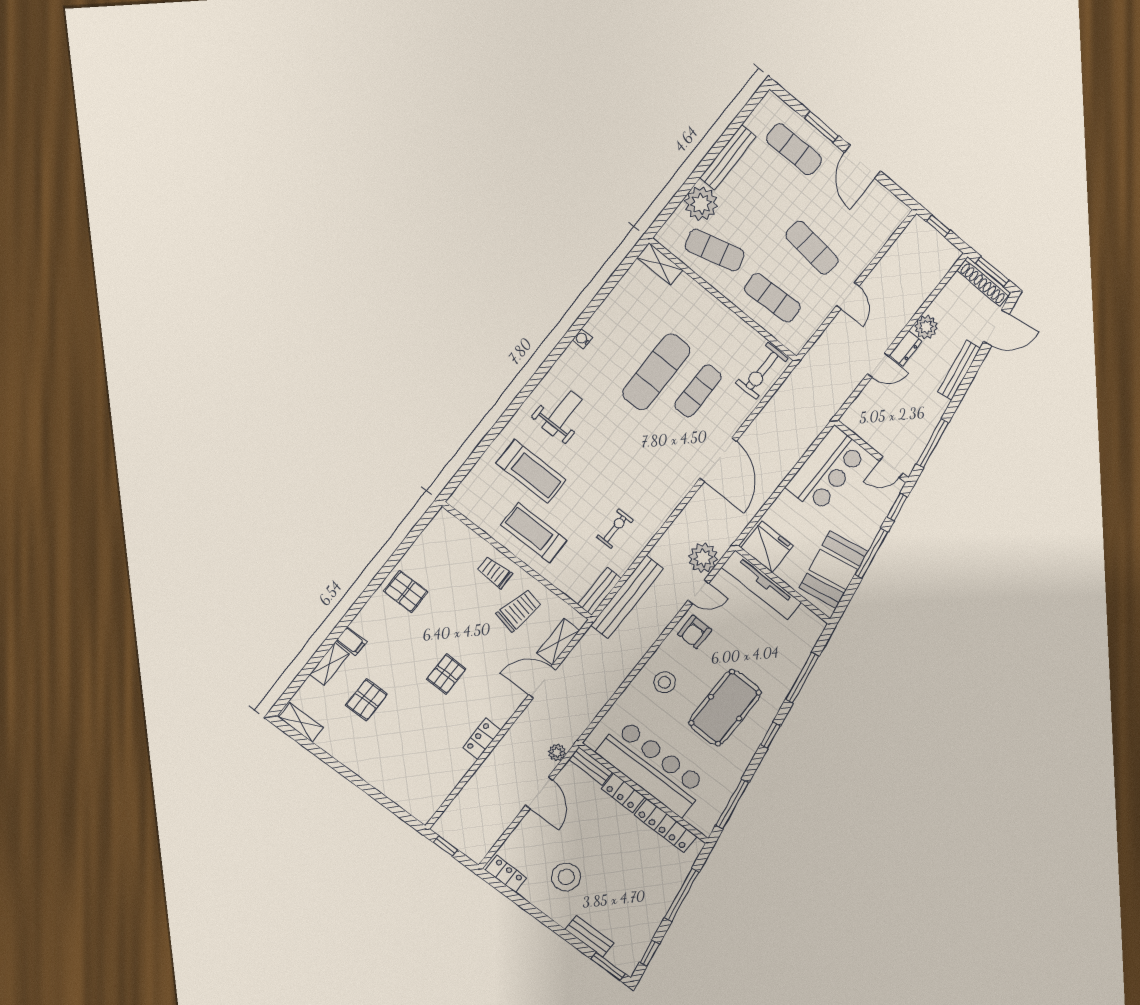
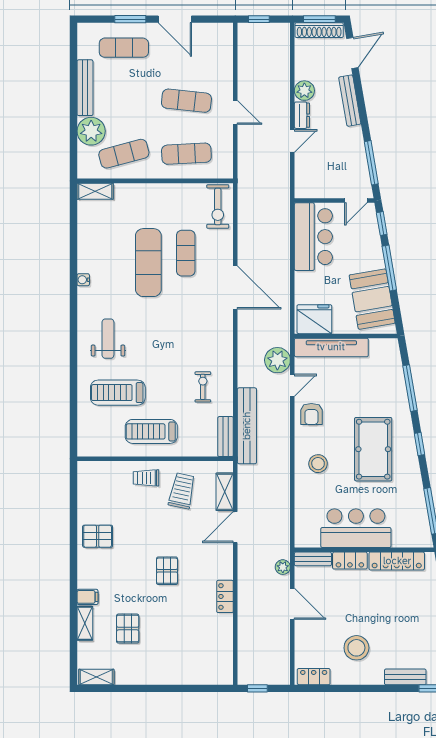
treadmill: (531, 472) -> (118, 393), turned 180
bar counter: (652, 768) -> (356, 528), width x0.73

